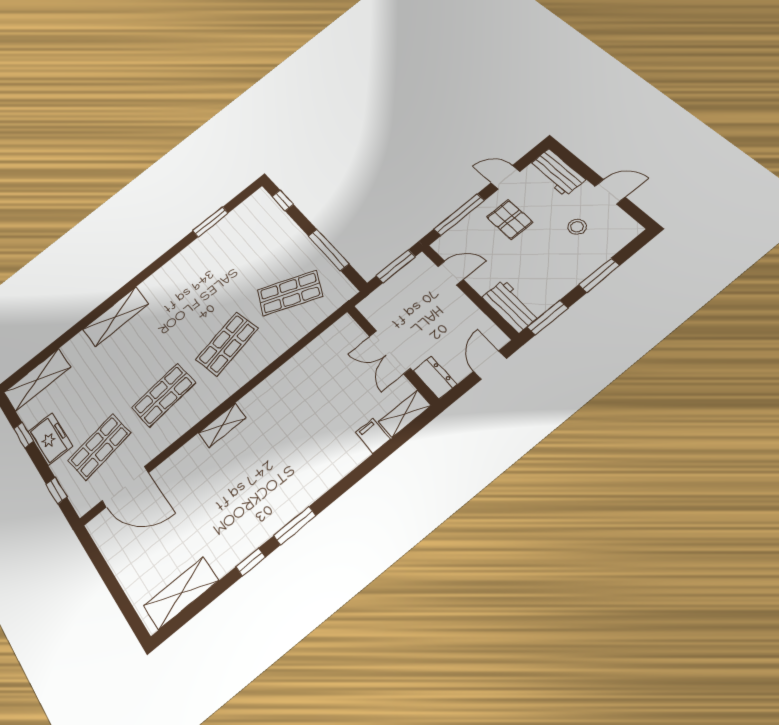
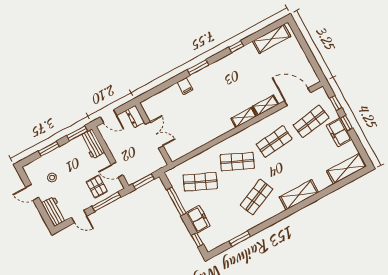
pallet: (510, 220) -> (97, 187), moved
freezer: (285, 232) -> (198, 219), added
shop shelf: (188, 294) -> (256, 197), added
shop shelf: (227, 344) -> (237, 162), turned 36
door: (490, 365) -> (108, 116), hinge flipped
shelving: (405, 414) -> (265, 105), moved
window: (23, 435) -> (347, 123), moved
filing cabinet: (373, 436) -> (185, 86), moved
window: (295, 526) -> (198, 67), moved

